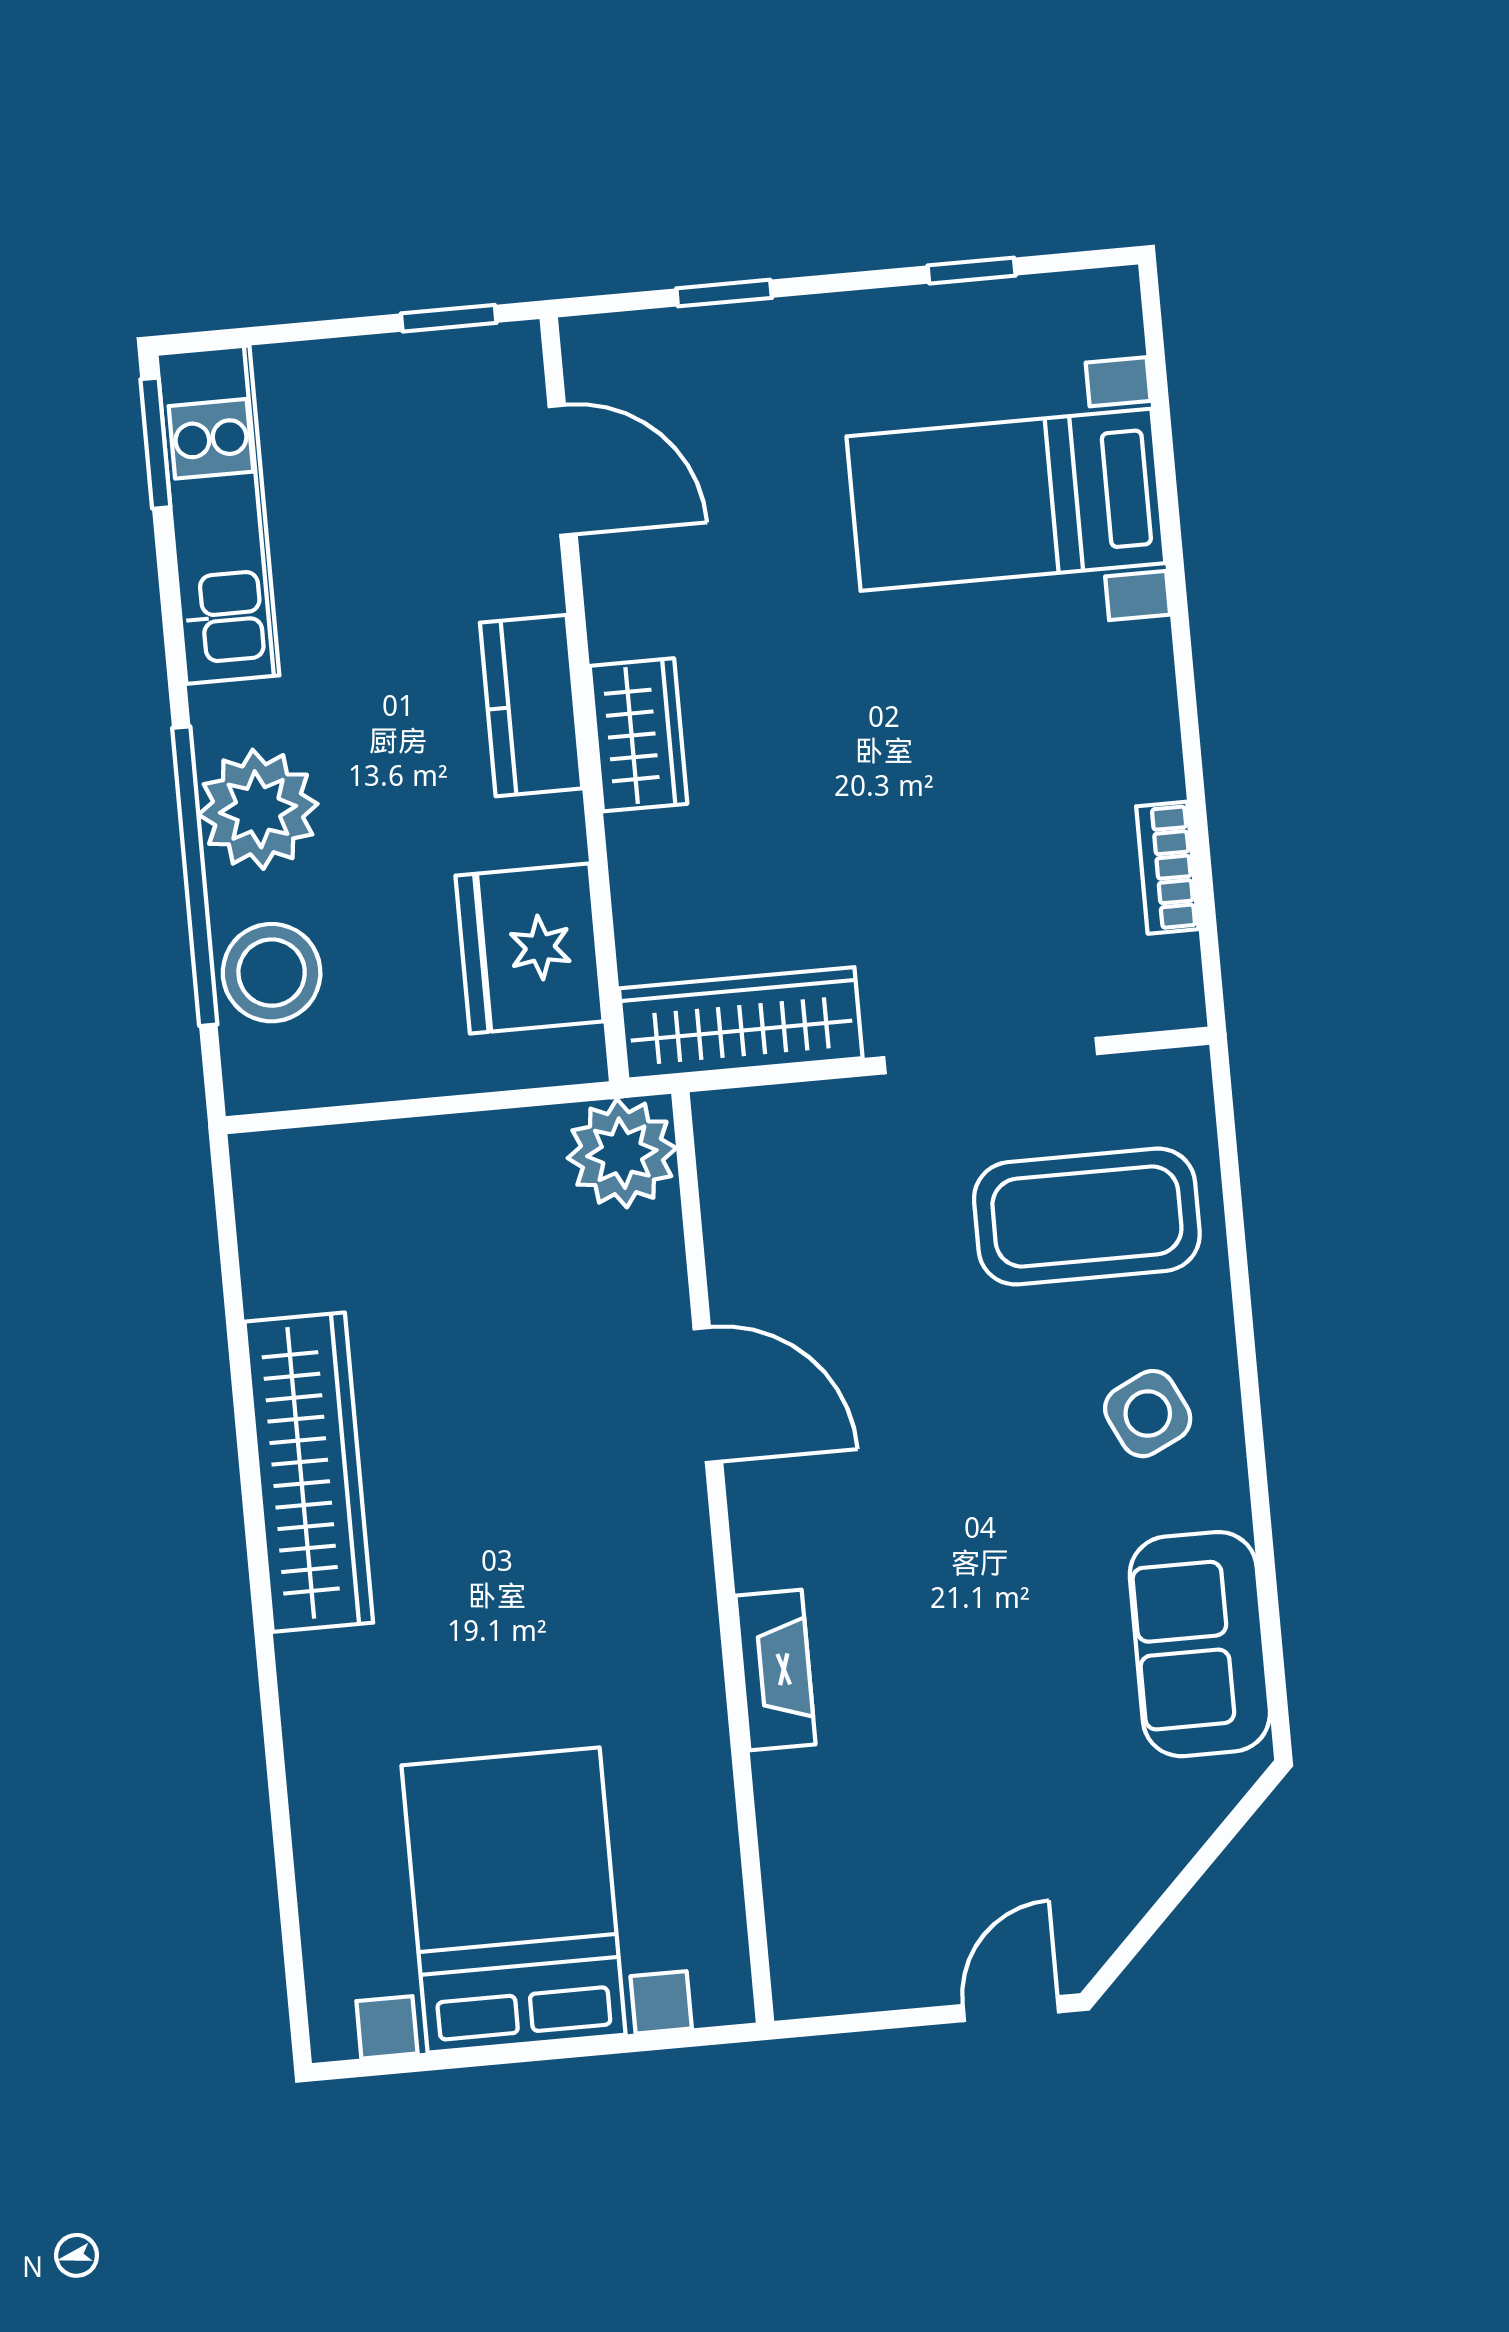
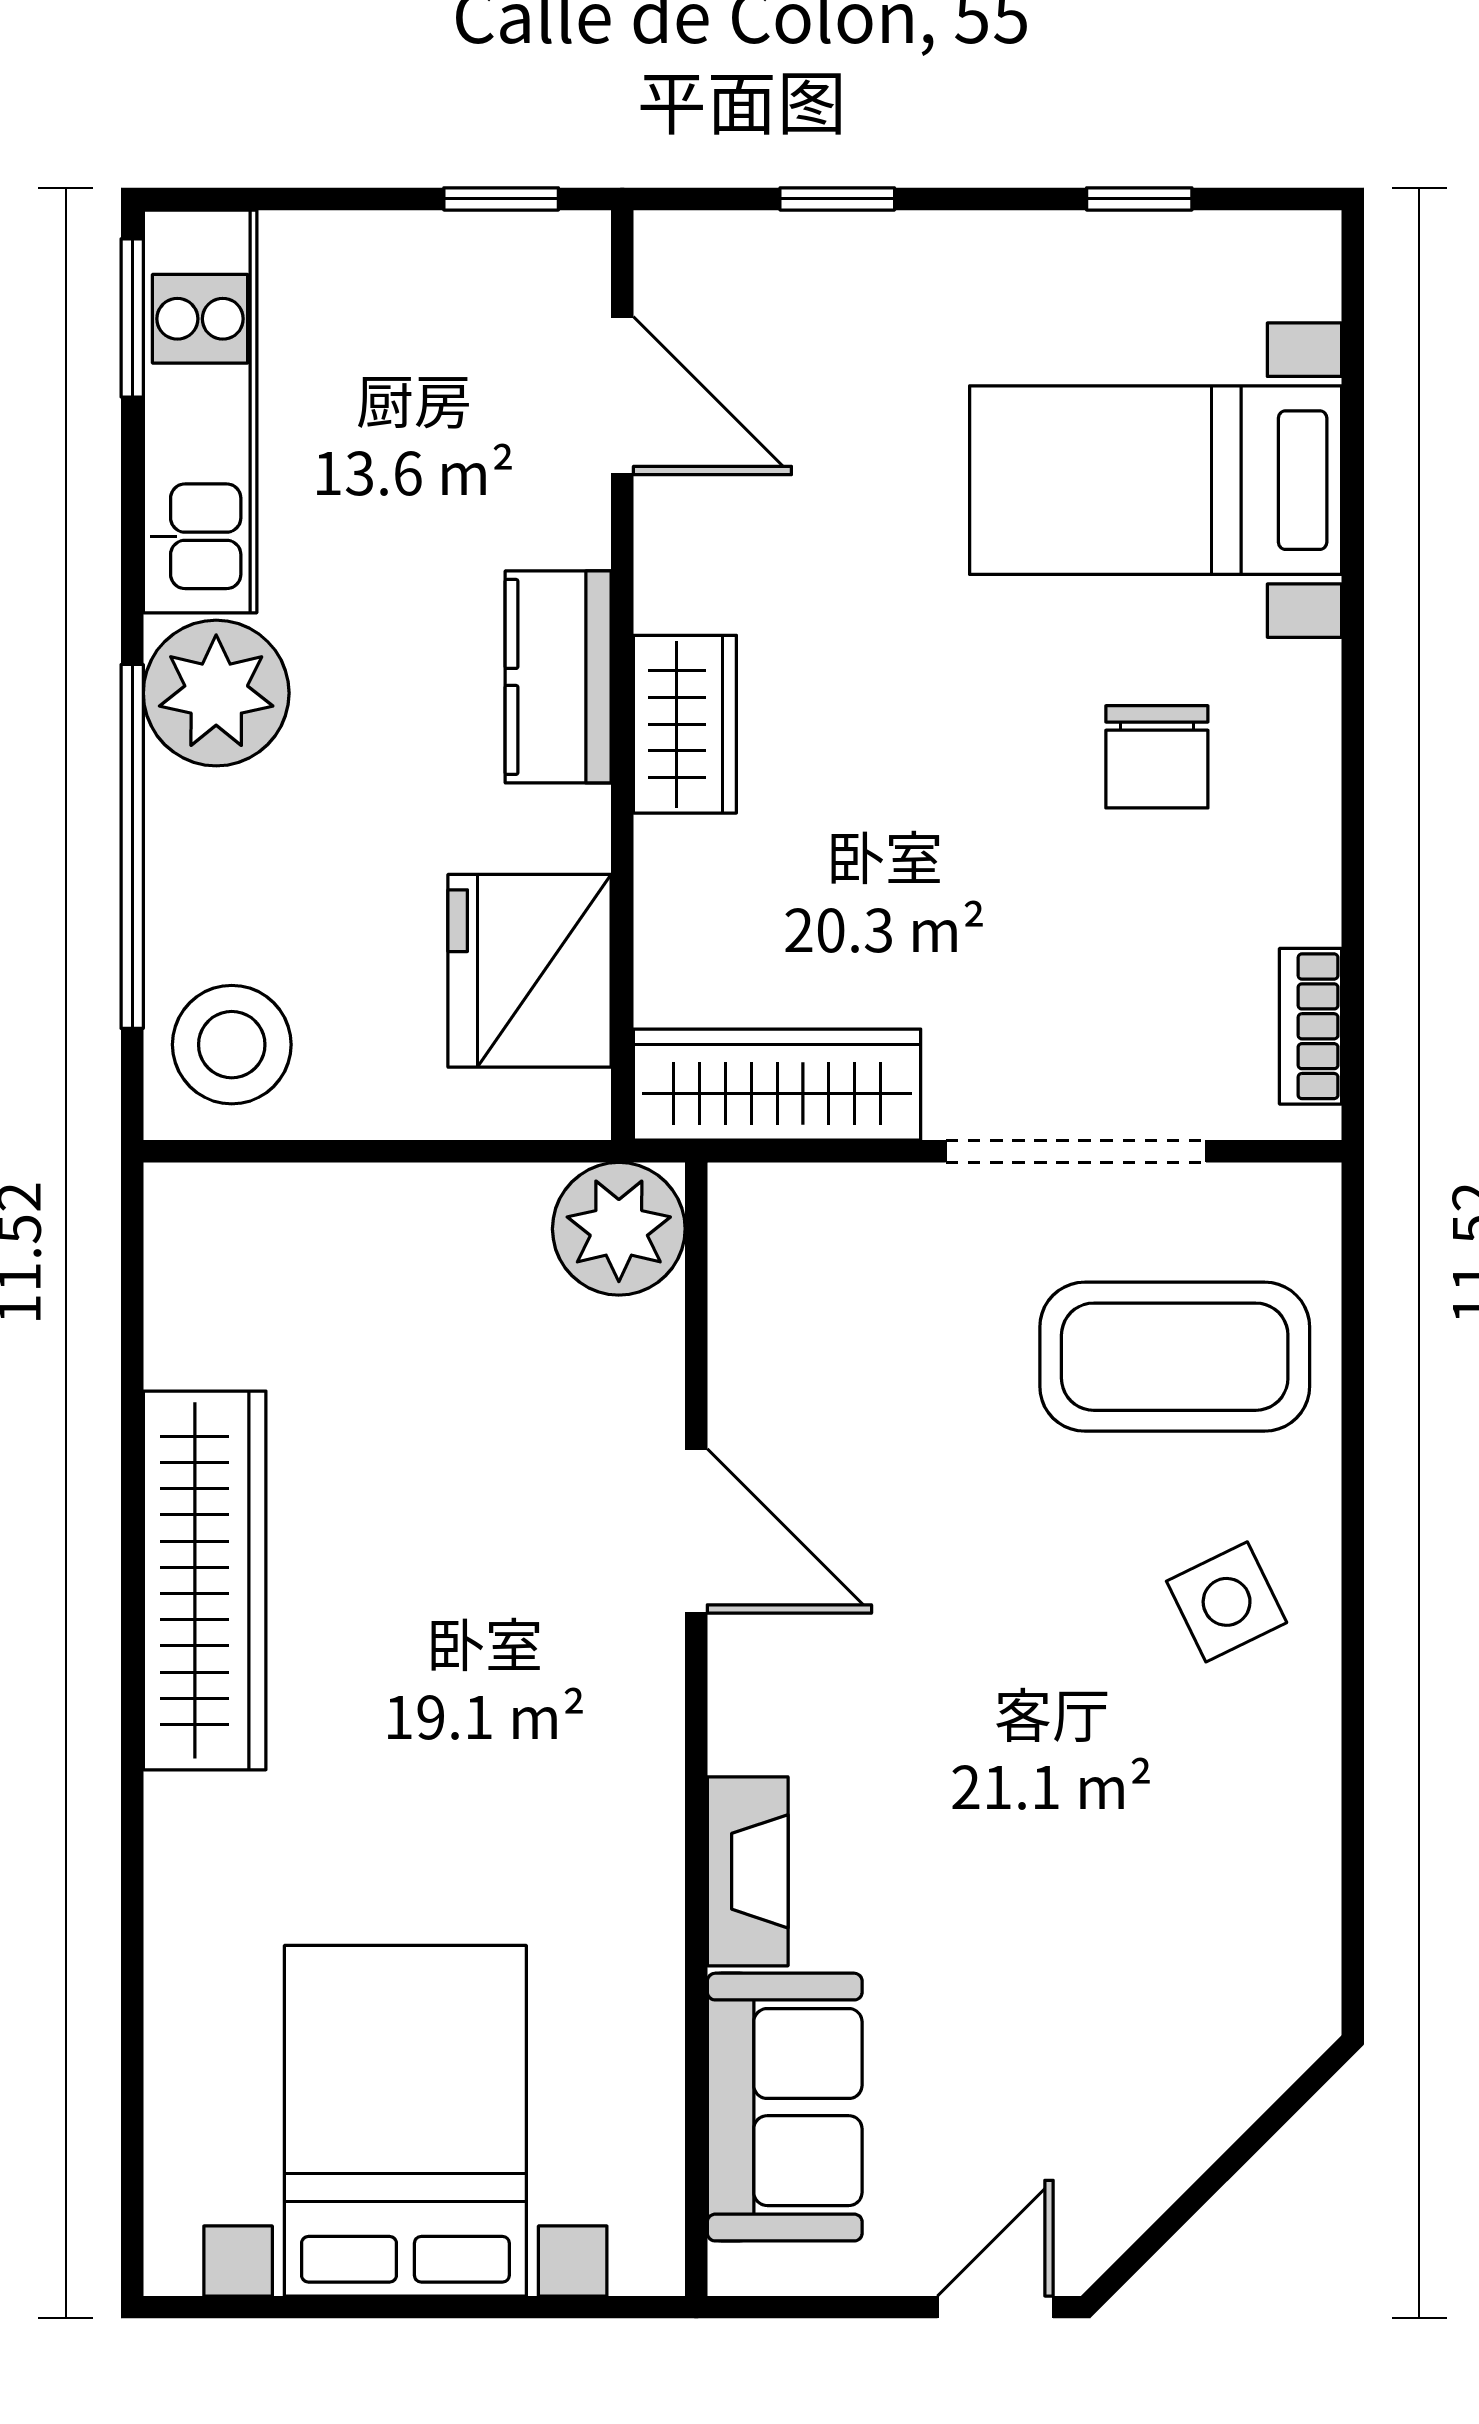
chair: (1028, 726) -> (1157, 757), added
plant: (258, 809) -> (216, 693), moved
bookcase: (1167, 868) -> (1311, 1026), moved
stool: (272, 973) -> (232, 1045), moved
sofa: (1200, 1644) -> (785, 2107), moved, turned 180

